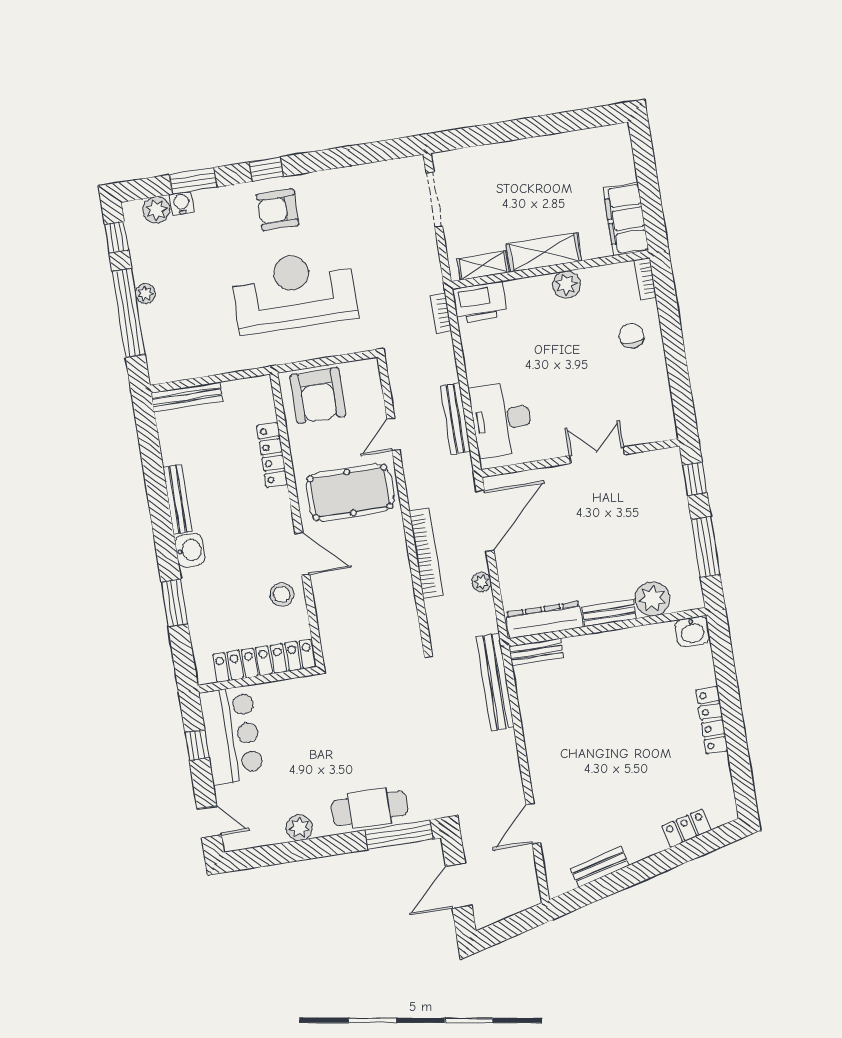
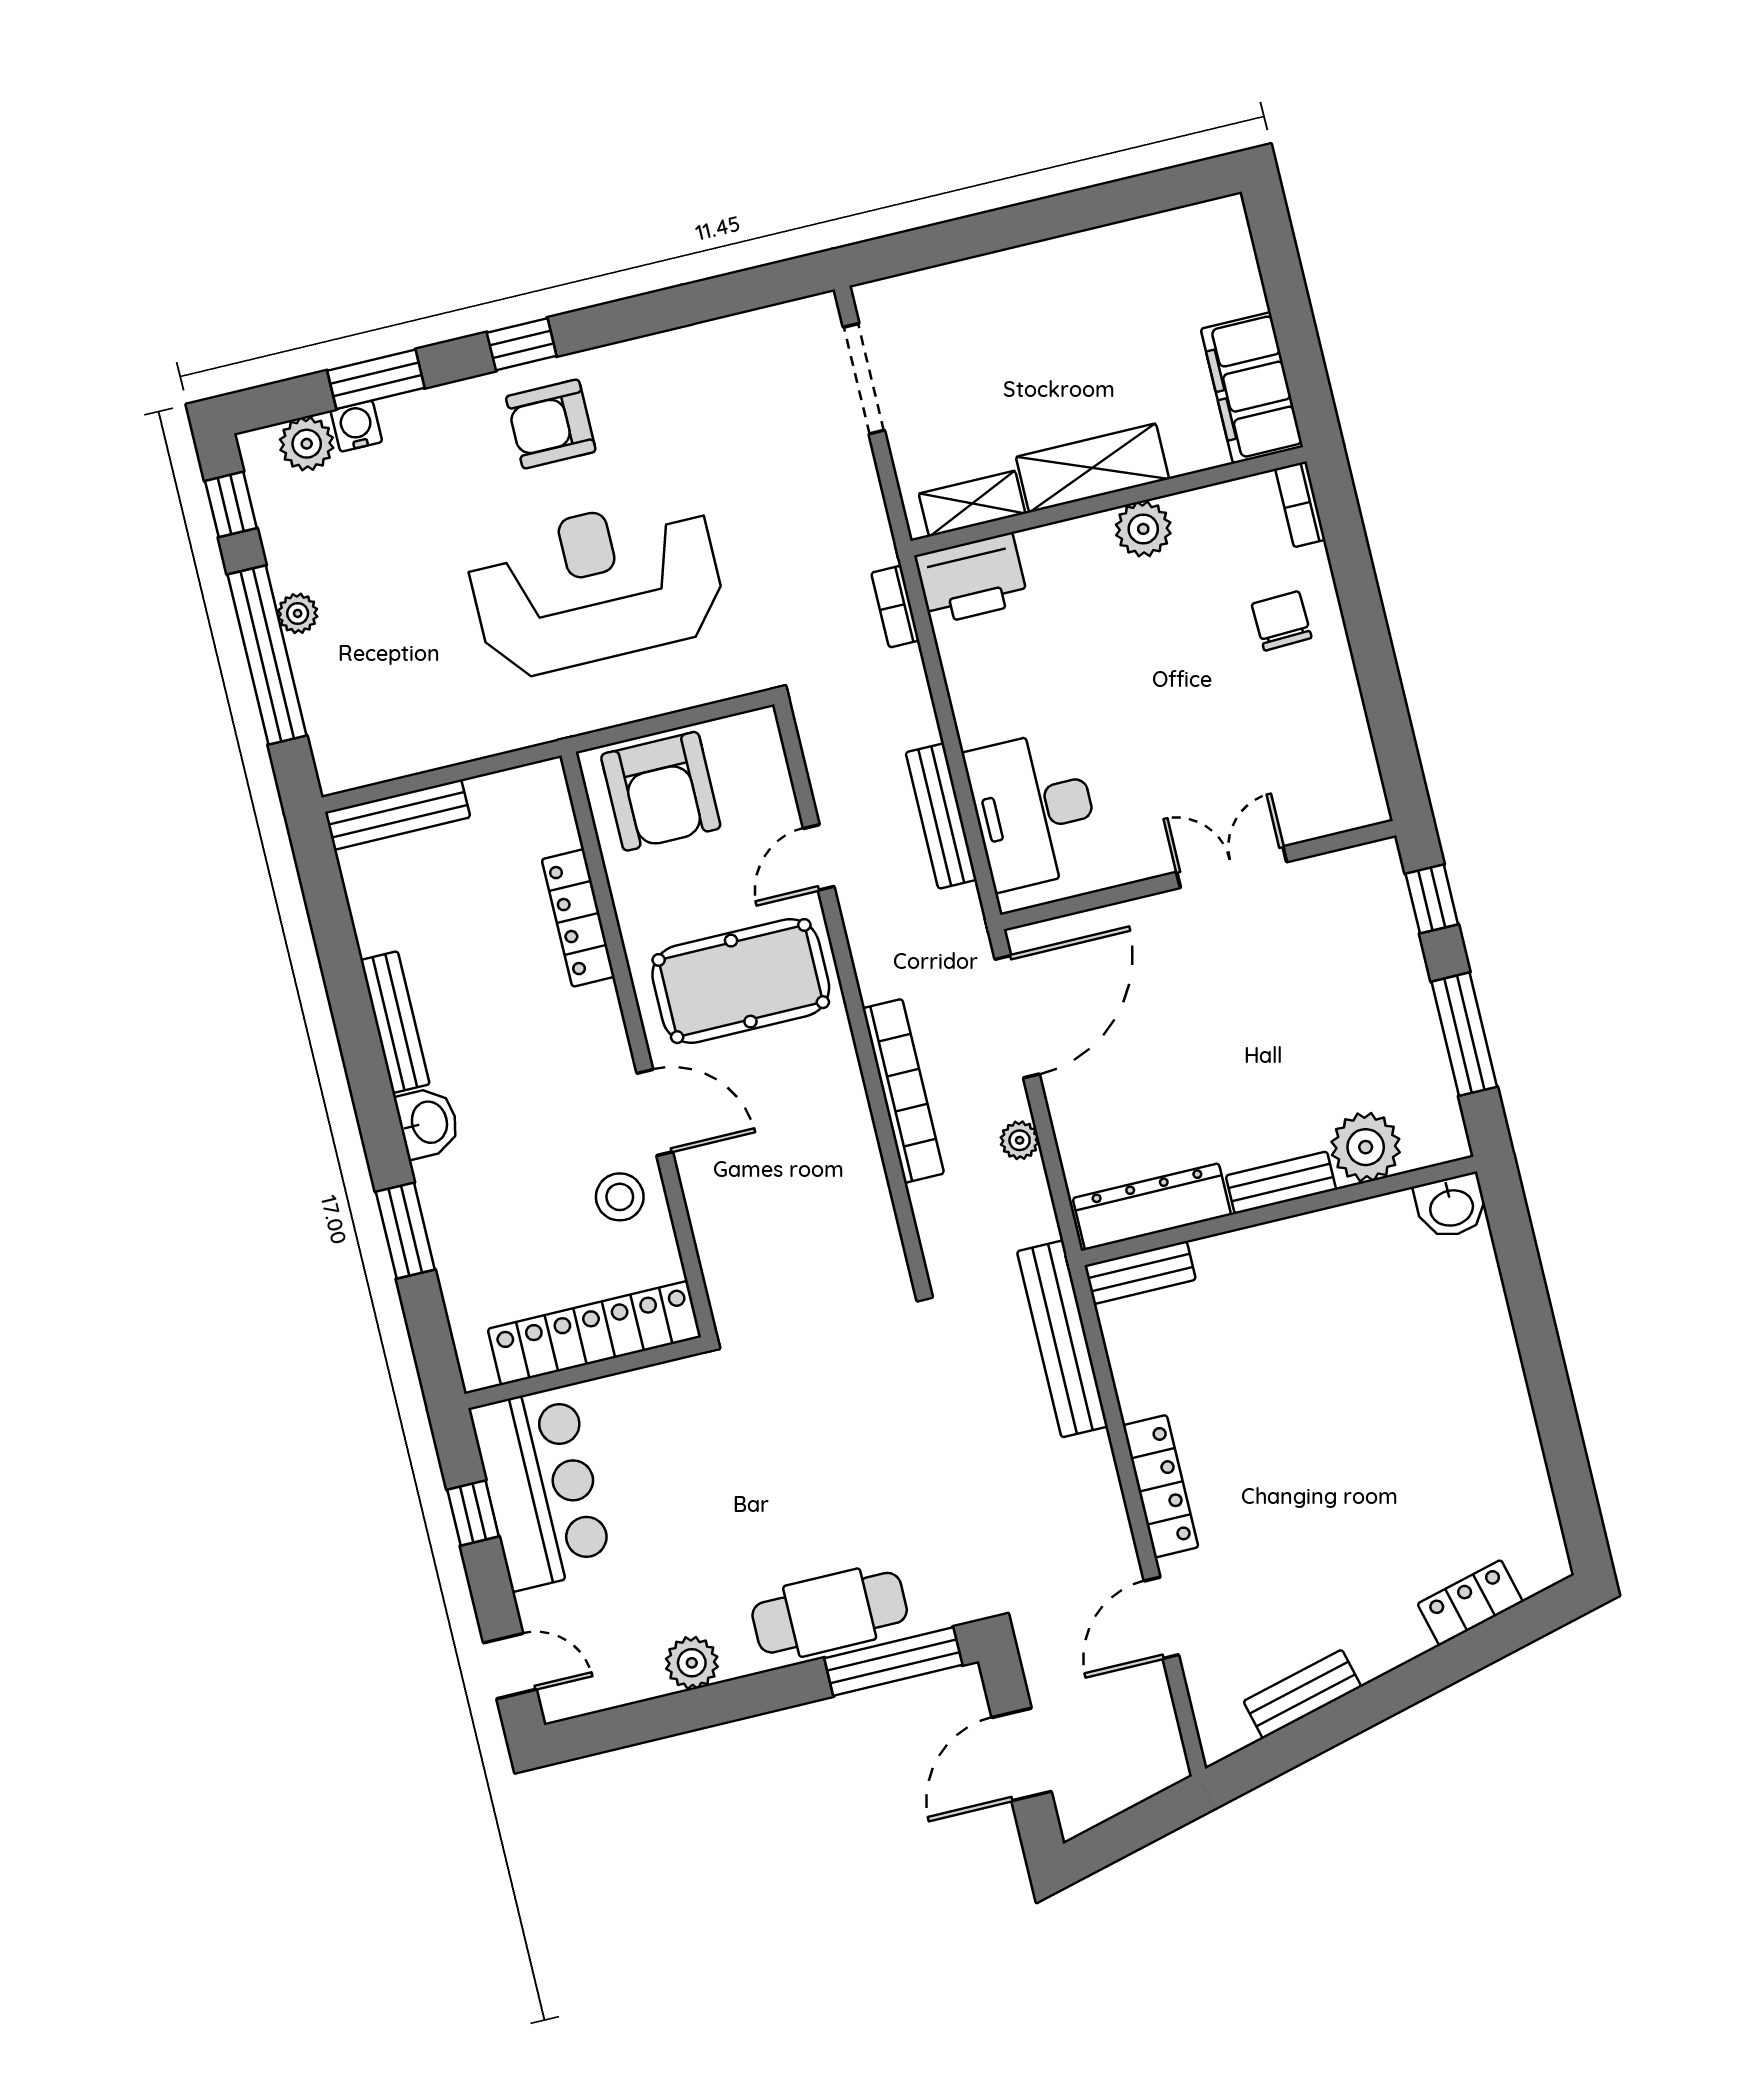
locker: (712, 720) -> (1161, 1486), moved, turned 180

